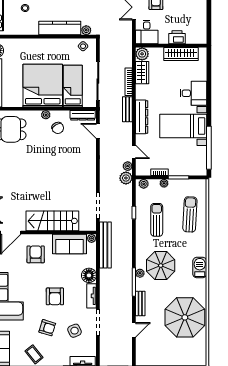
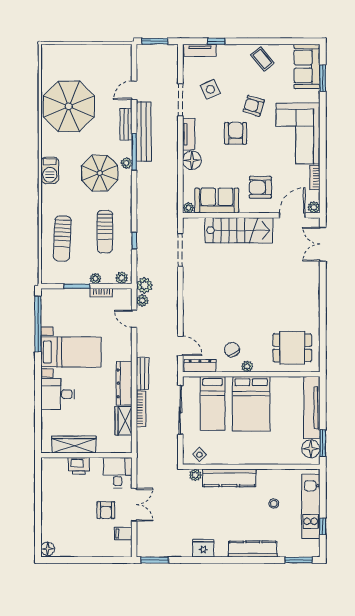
plant: (142, 54) -> (124, 445), removed
bed: (43, 86) -> (251, 404), width x0.73
dresser: (142, 117) -> (124, 383), moved
bench: (105, 245) -> (144, 132), moved
armchair: (36, 254) -> (260, 187), turned 90
armchair: (47, 328) -> (254, 106), moved

